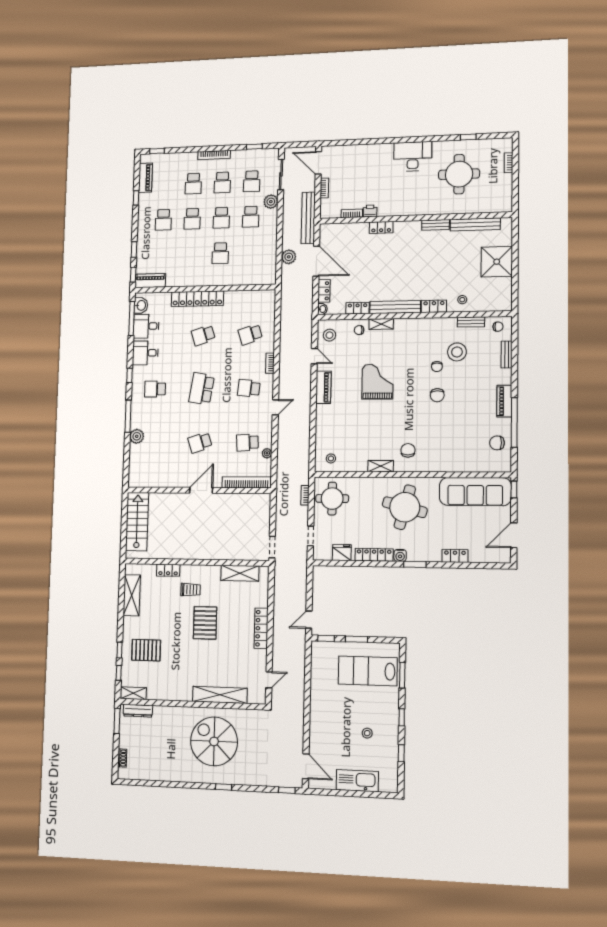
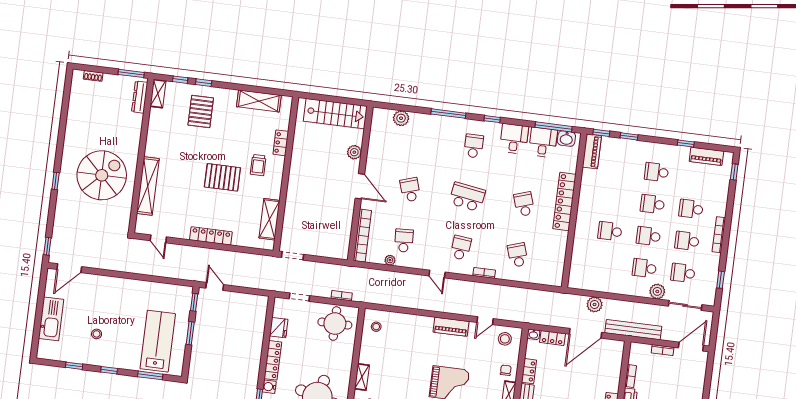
plant: (137, 436) -> (401, 118), moved
plant: (171, 499) -> (354, 152), added

